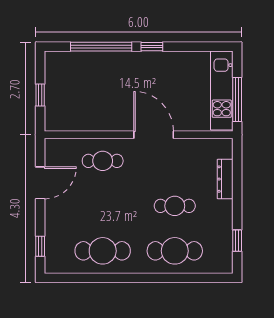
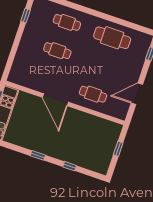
window: (101, 47) -> (70, 166), width x0.32
dresser: (225, 179) -> (20, 57), removed
cafe table: (175, 251) -> (67, 22), width x0.73, depth x0.74

